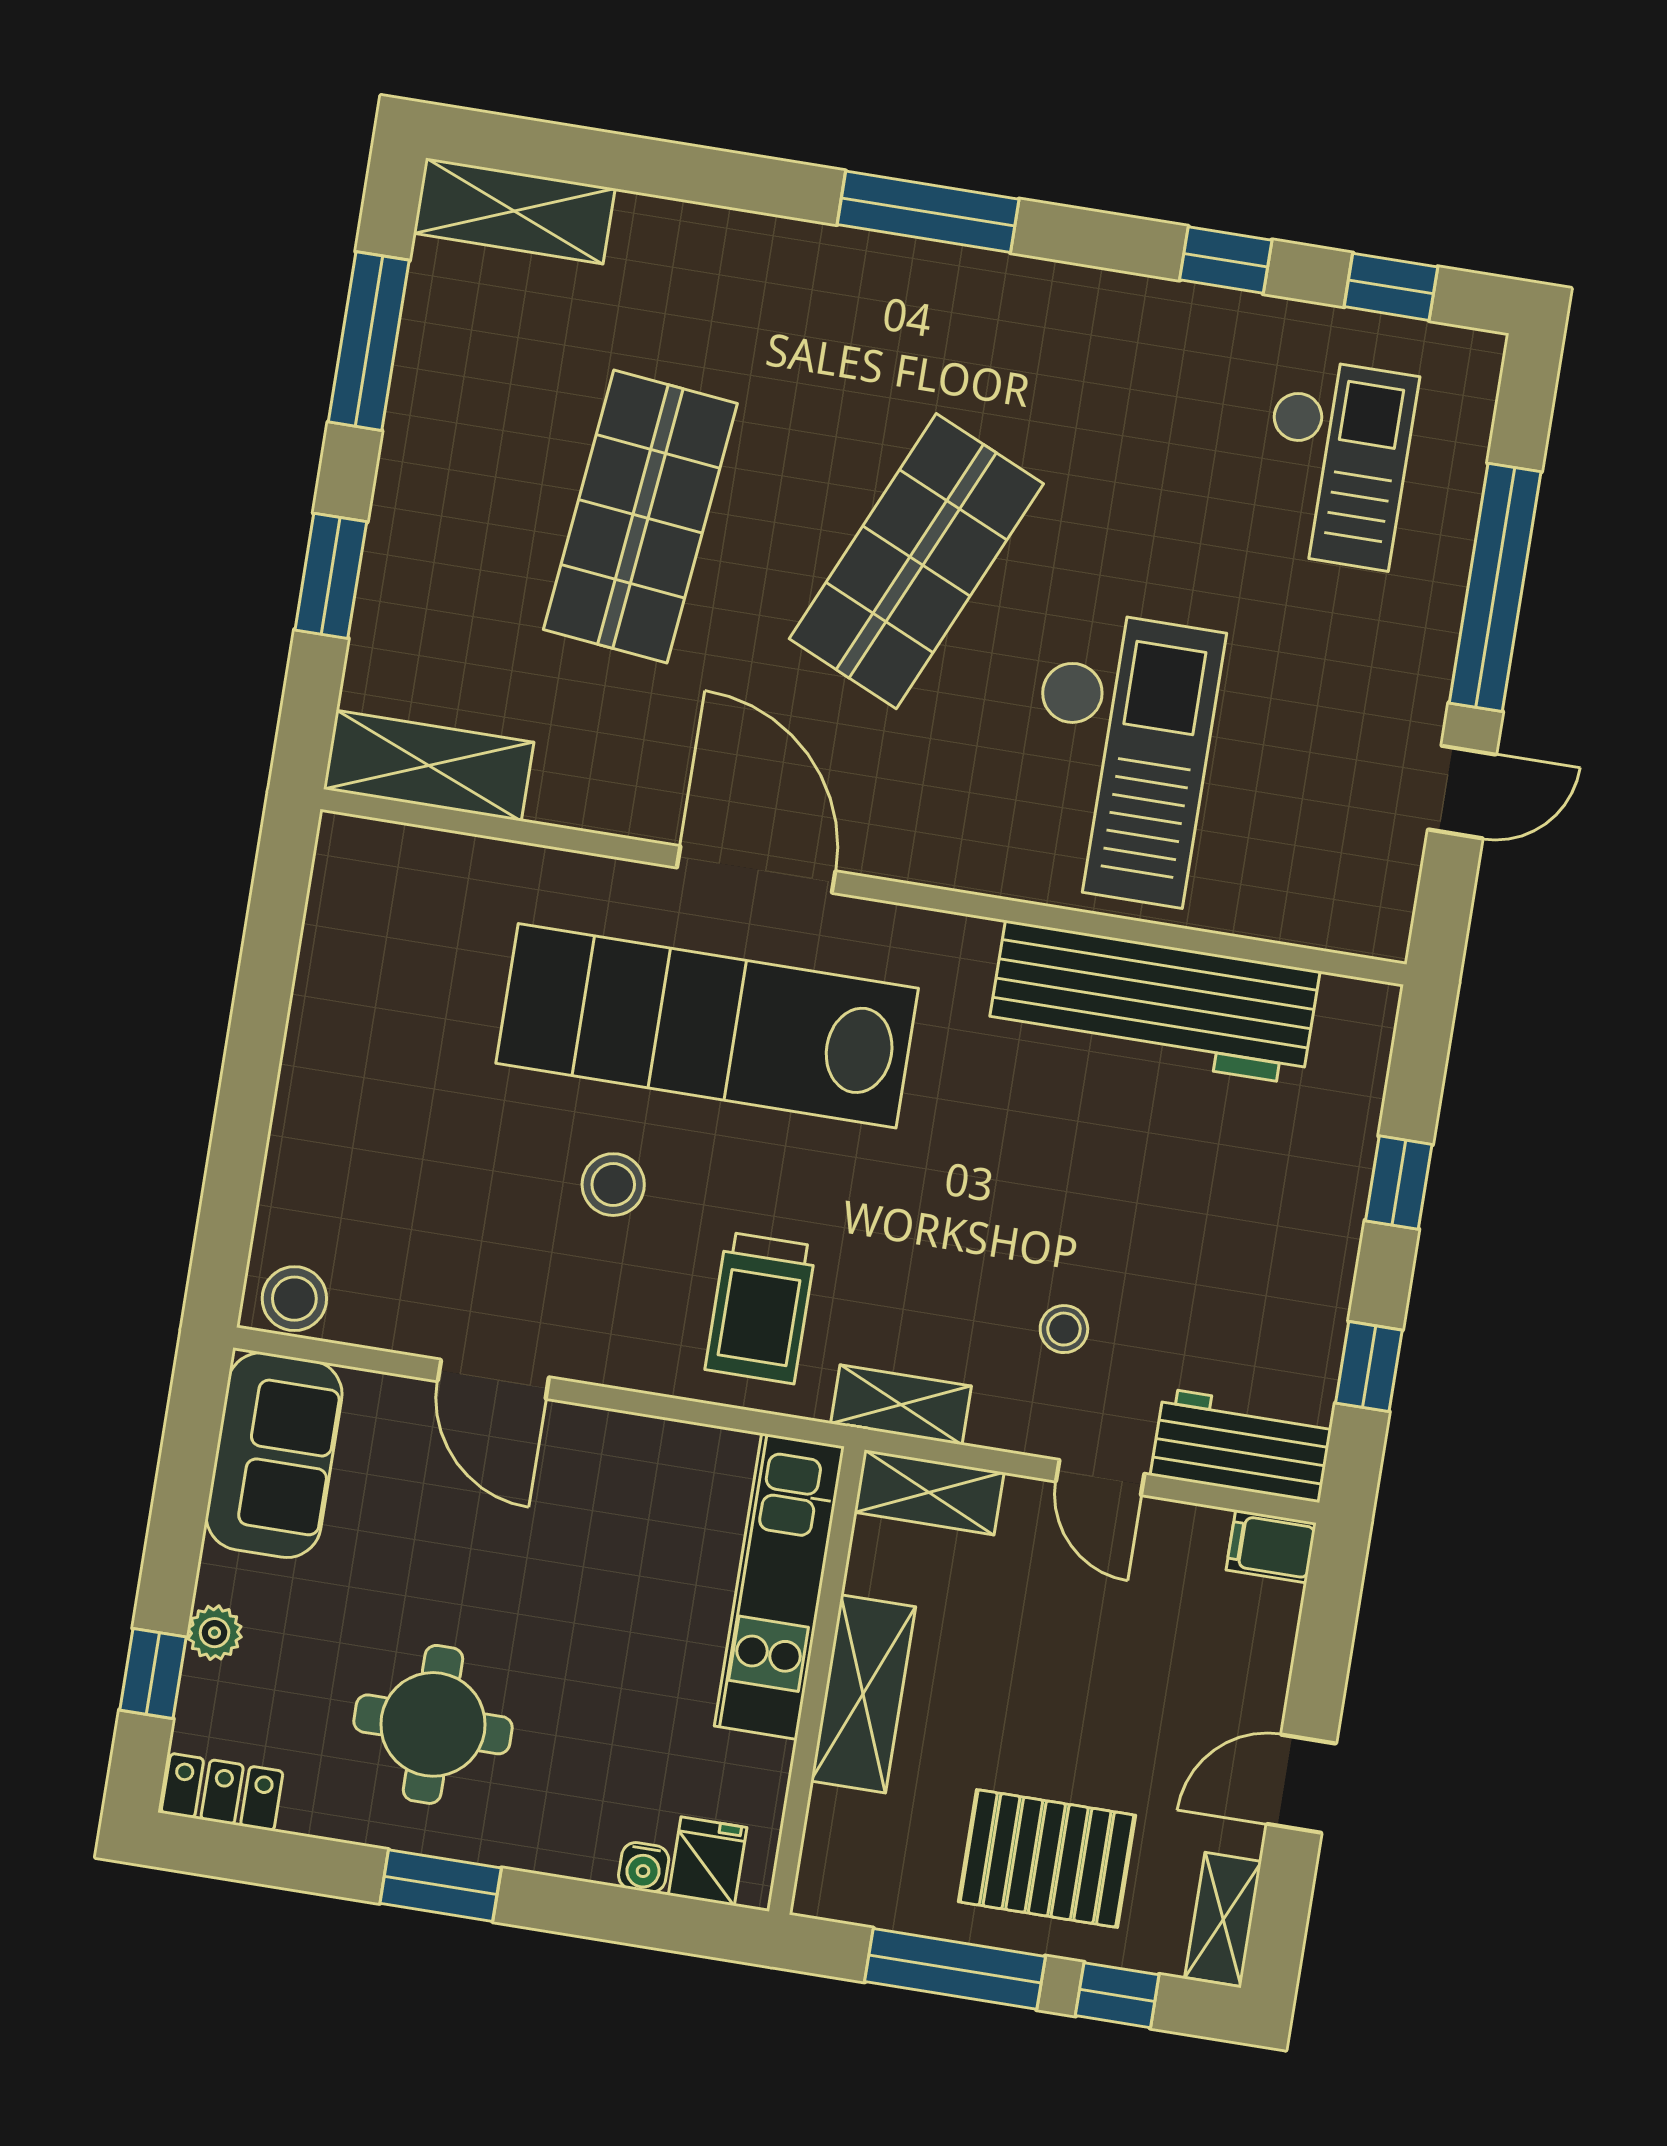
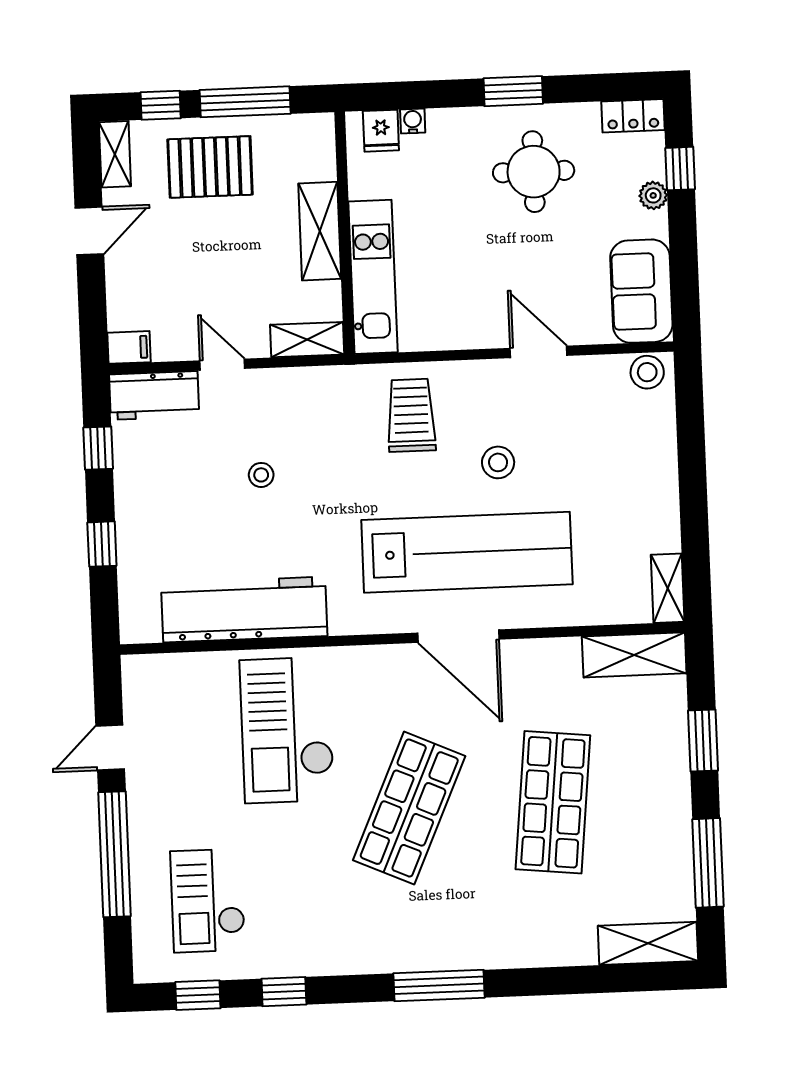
stool: (1064, 1329) -> (261, 475), moved
shelving: (901, 1405) -> (668, 588), moved, turned 90

